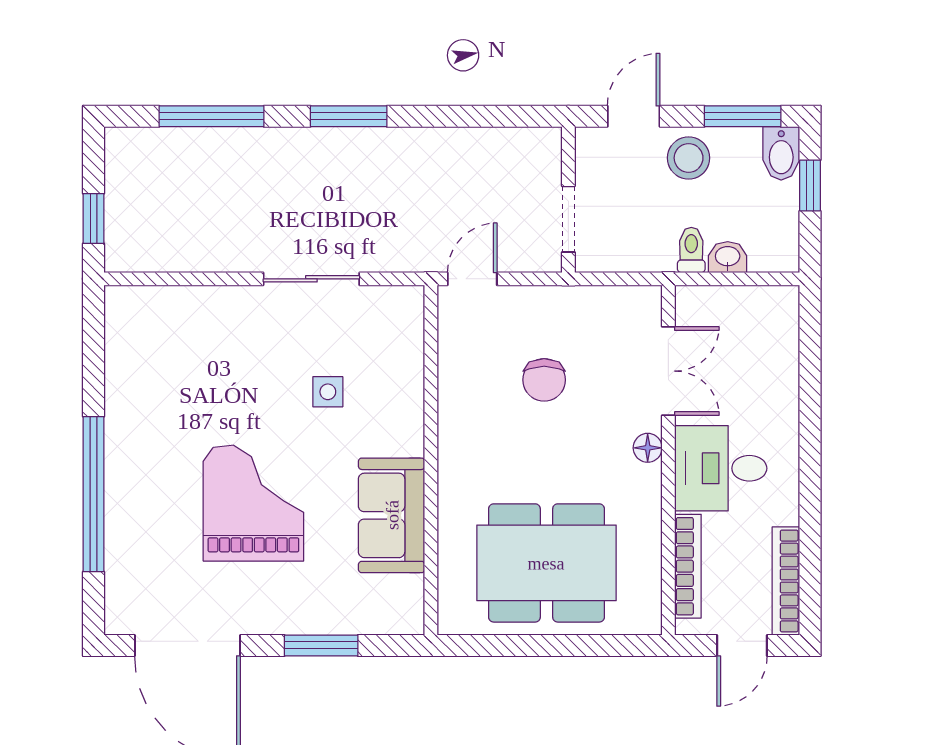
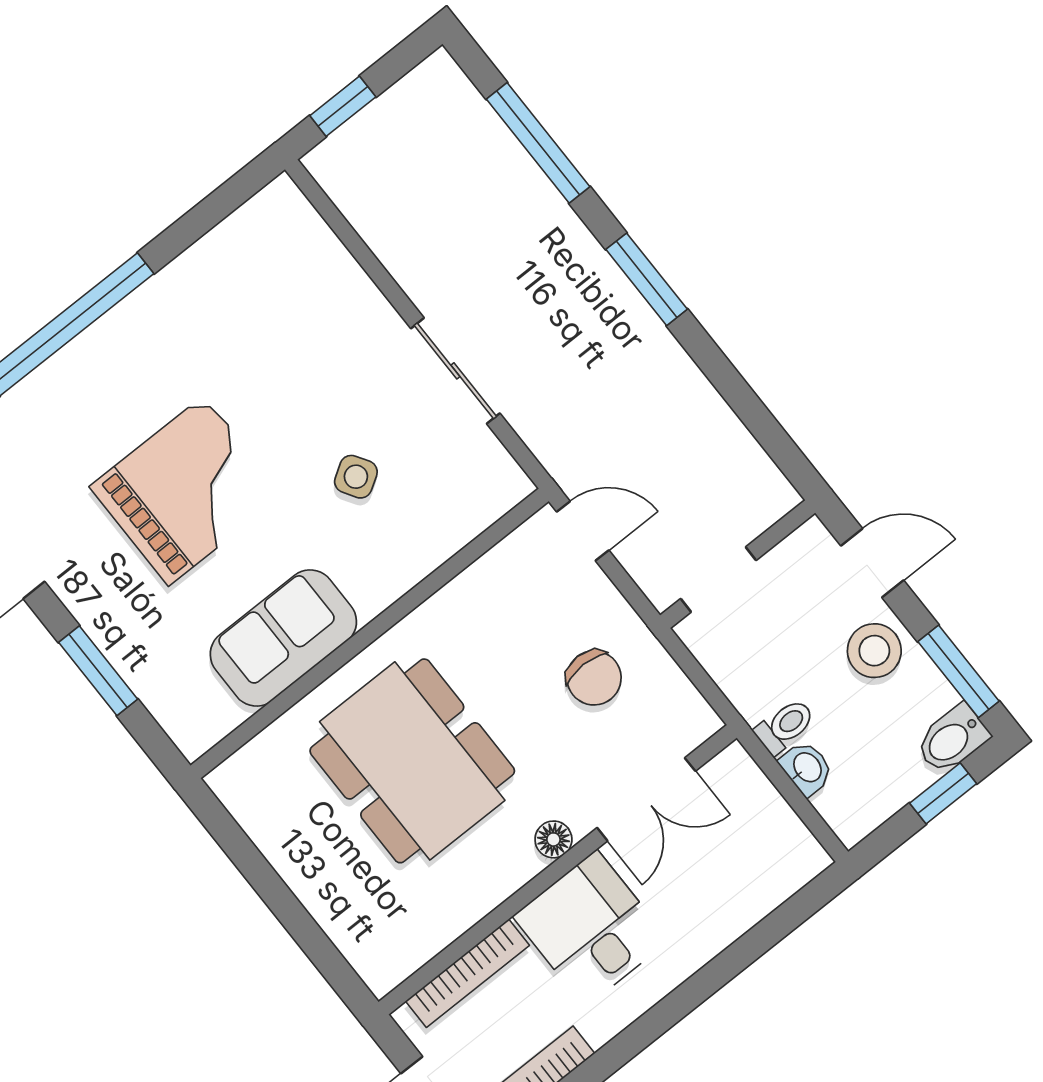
chair: (544, 380) -> (594, 678), moved, turned -90
side table: (328, 392) -> (356, 477), turned -32
dining table: (546, 563) -> (412, 761), moved

